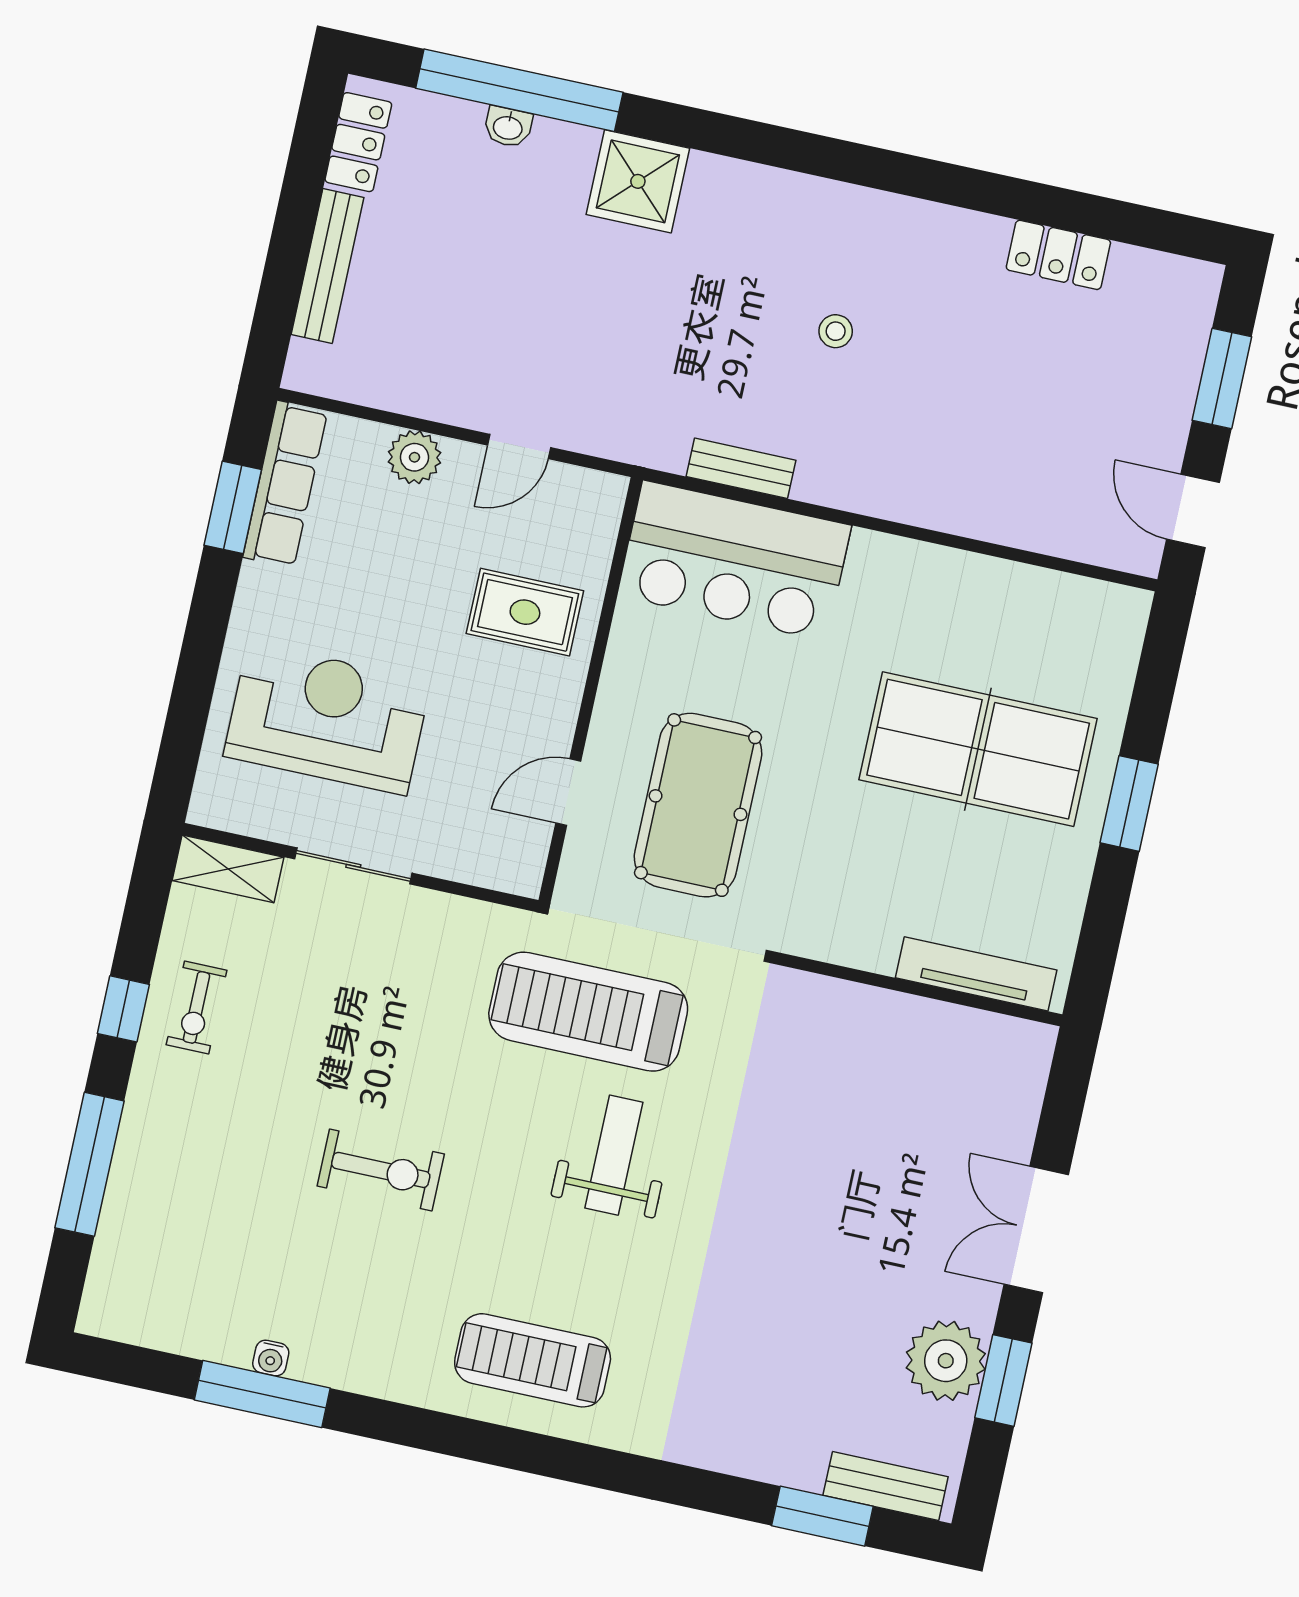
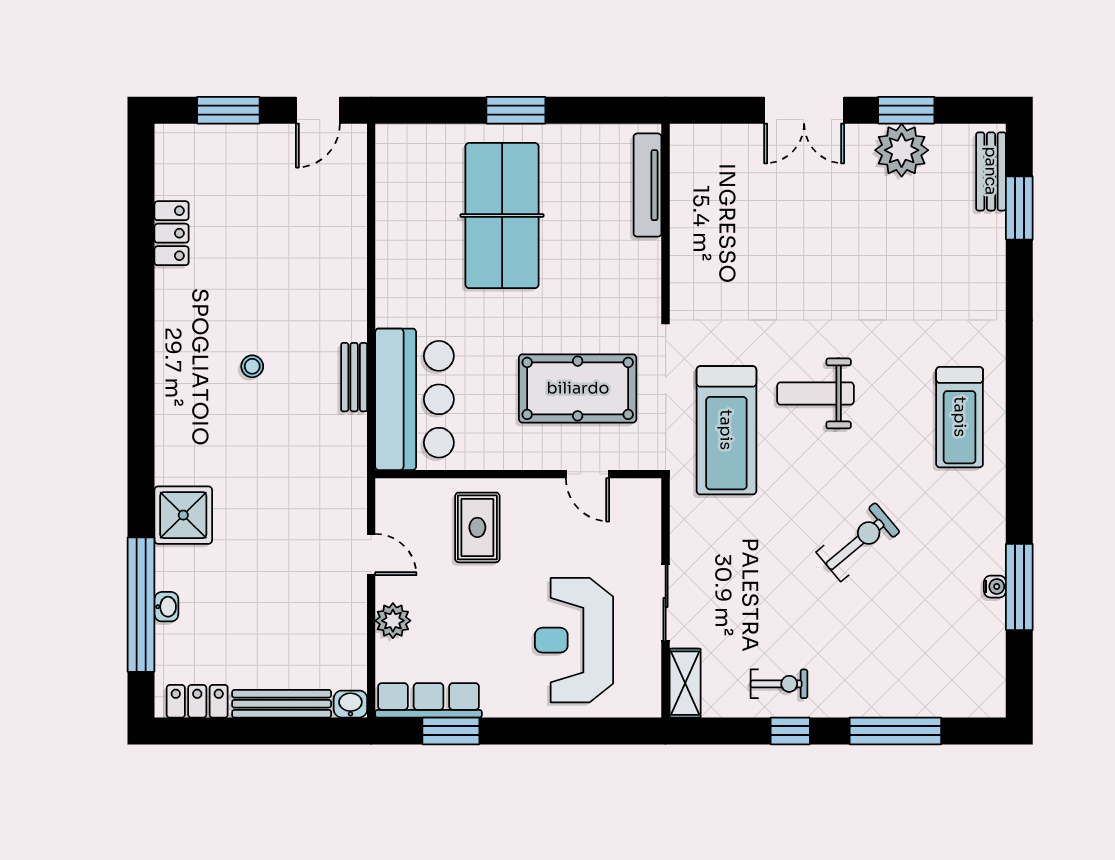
washbasin: (305, 368) -> (350, 704), added
bench: (741, 468) -> (354, 377), moved
exercise bike: (381, 1170) -> (858, 542), turned 50

